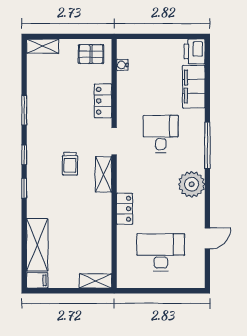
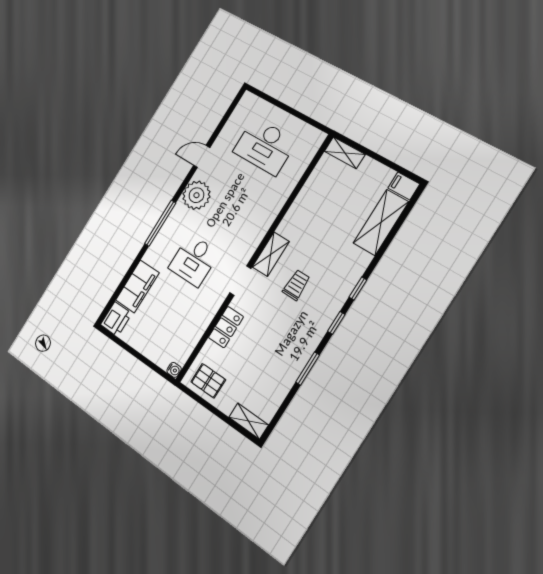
water cooler: (122, 65) -> (174, 370), moved
locker: (125, 209) -> (272, 208), removed
door: (207, 238) -> (202, 156), moved

